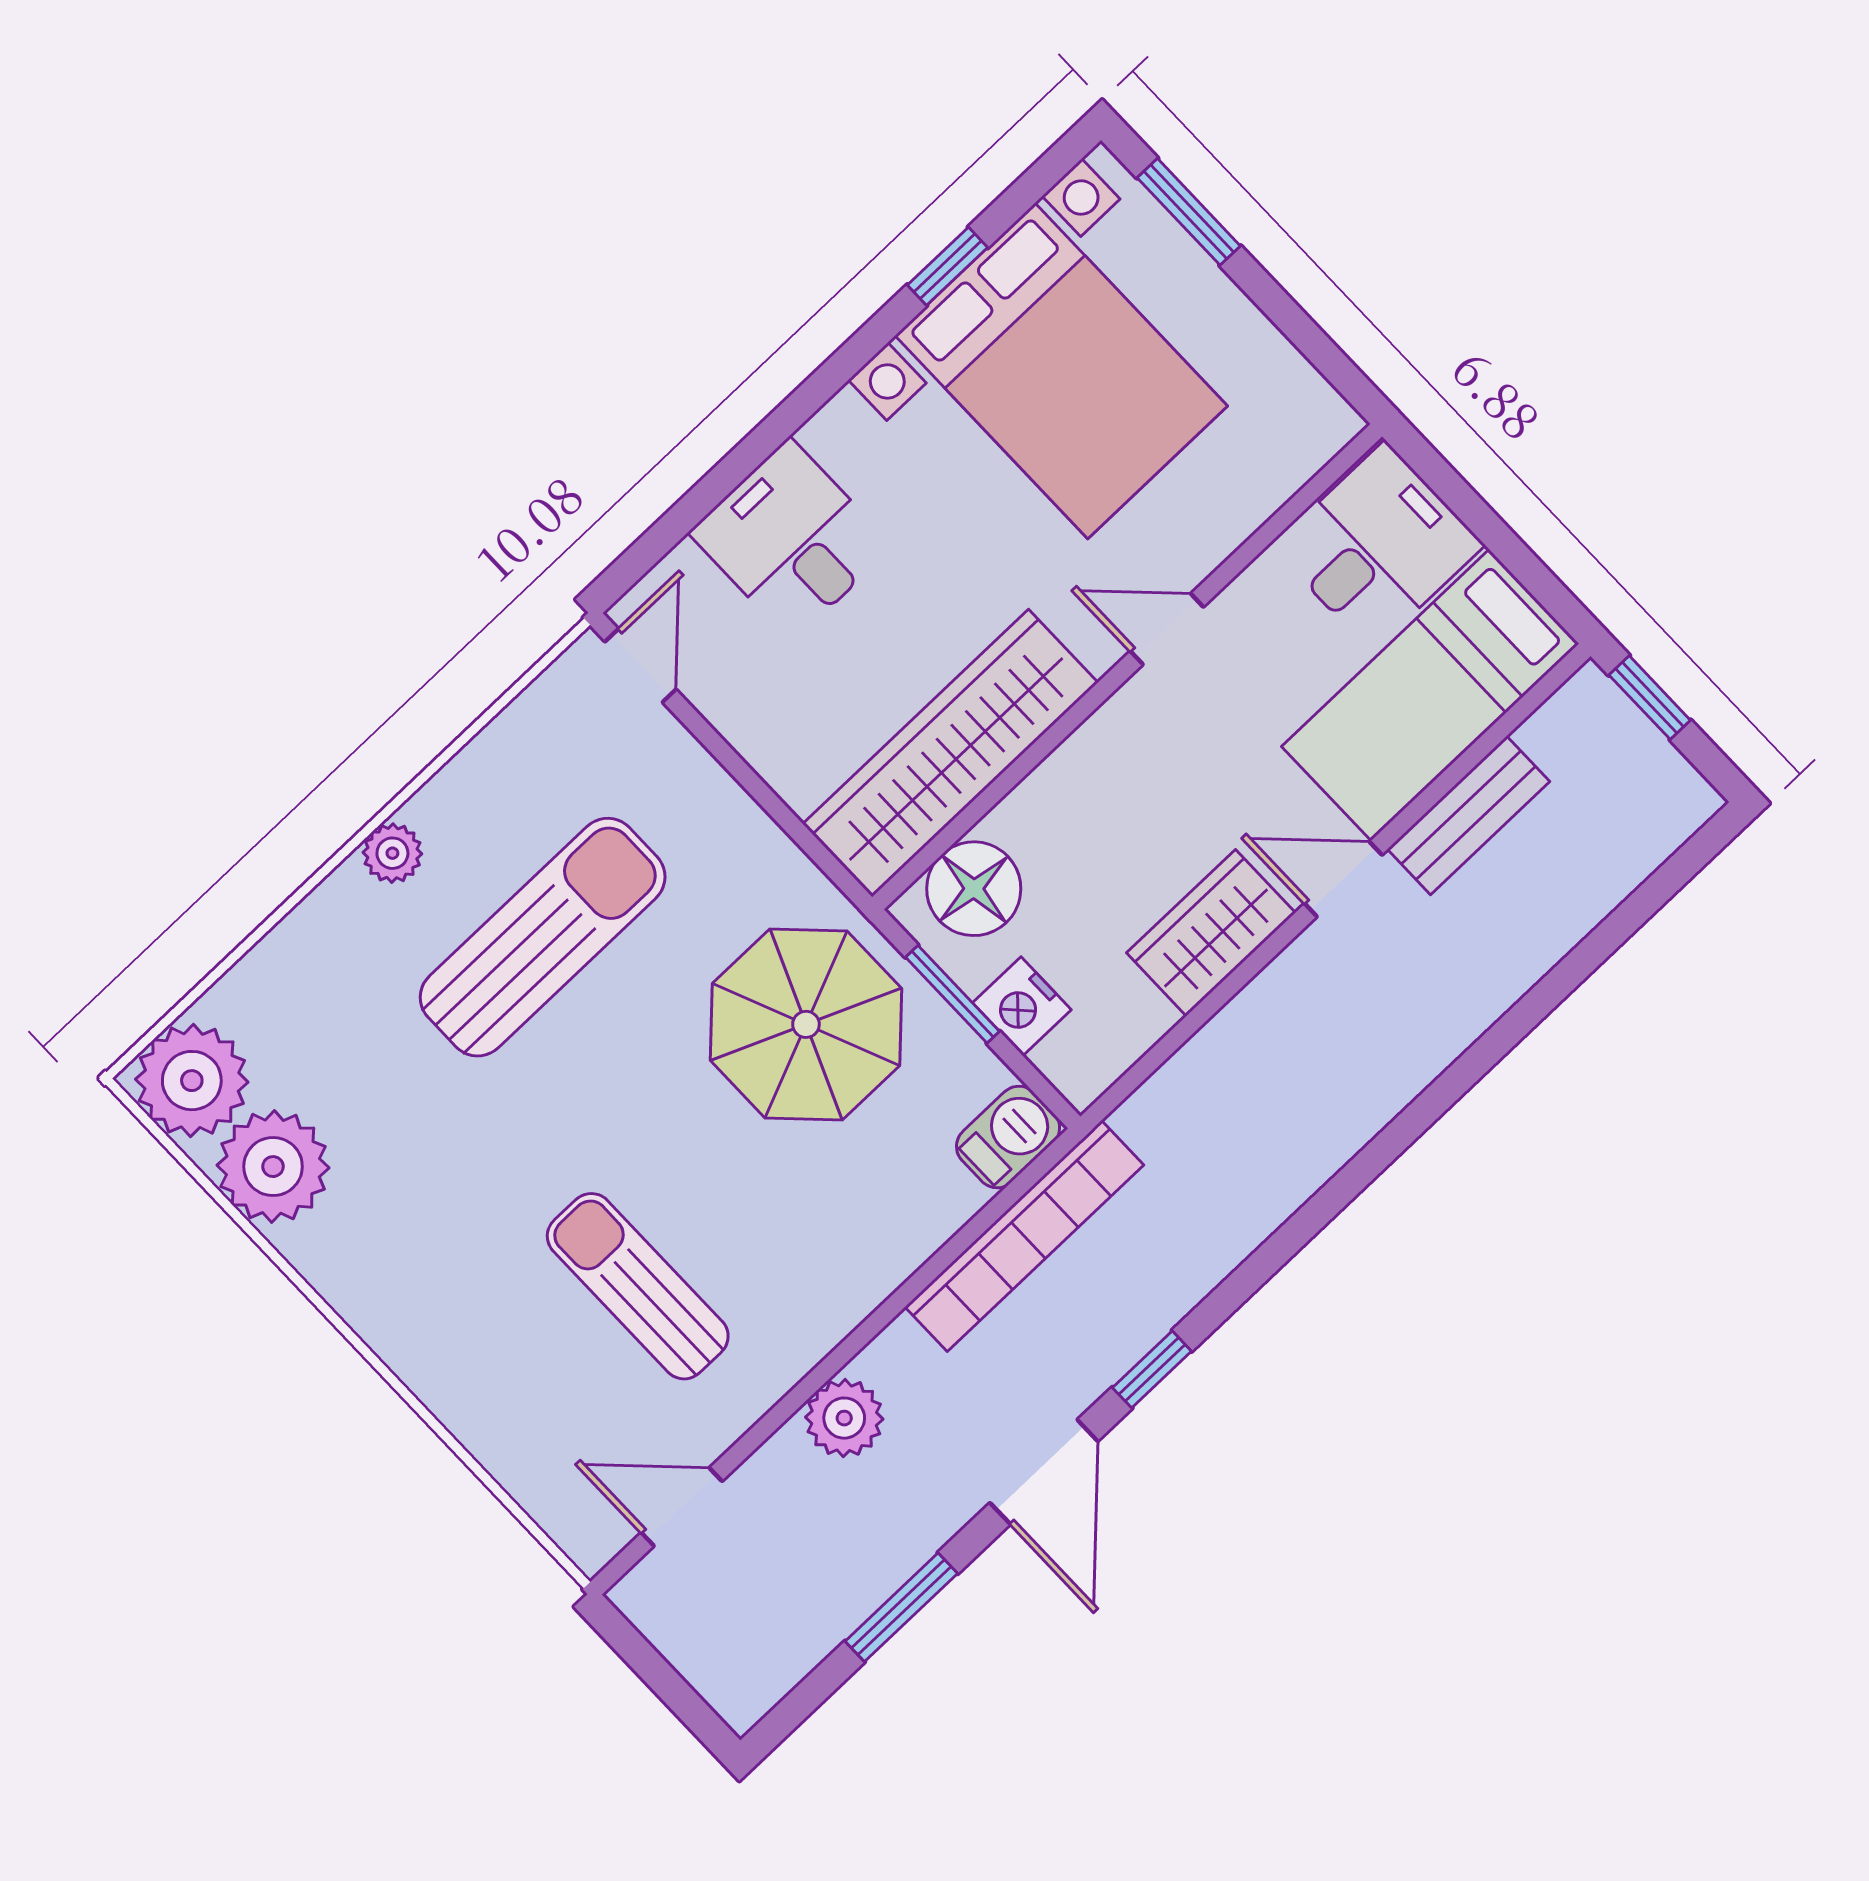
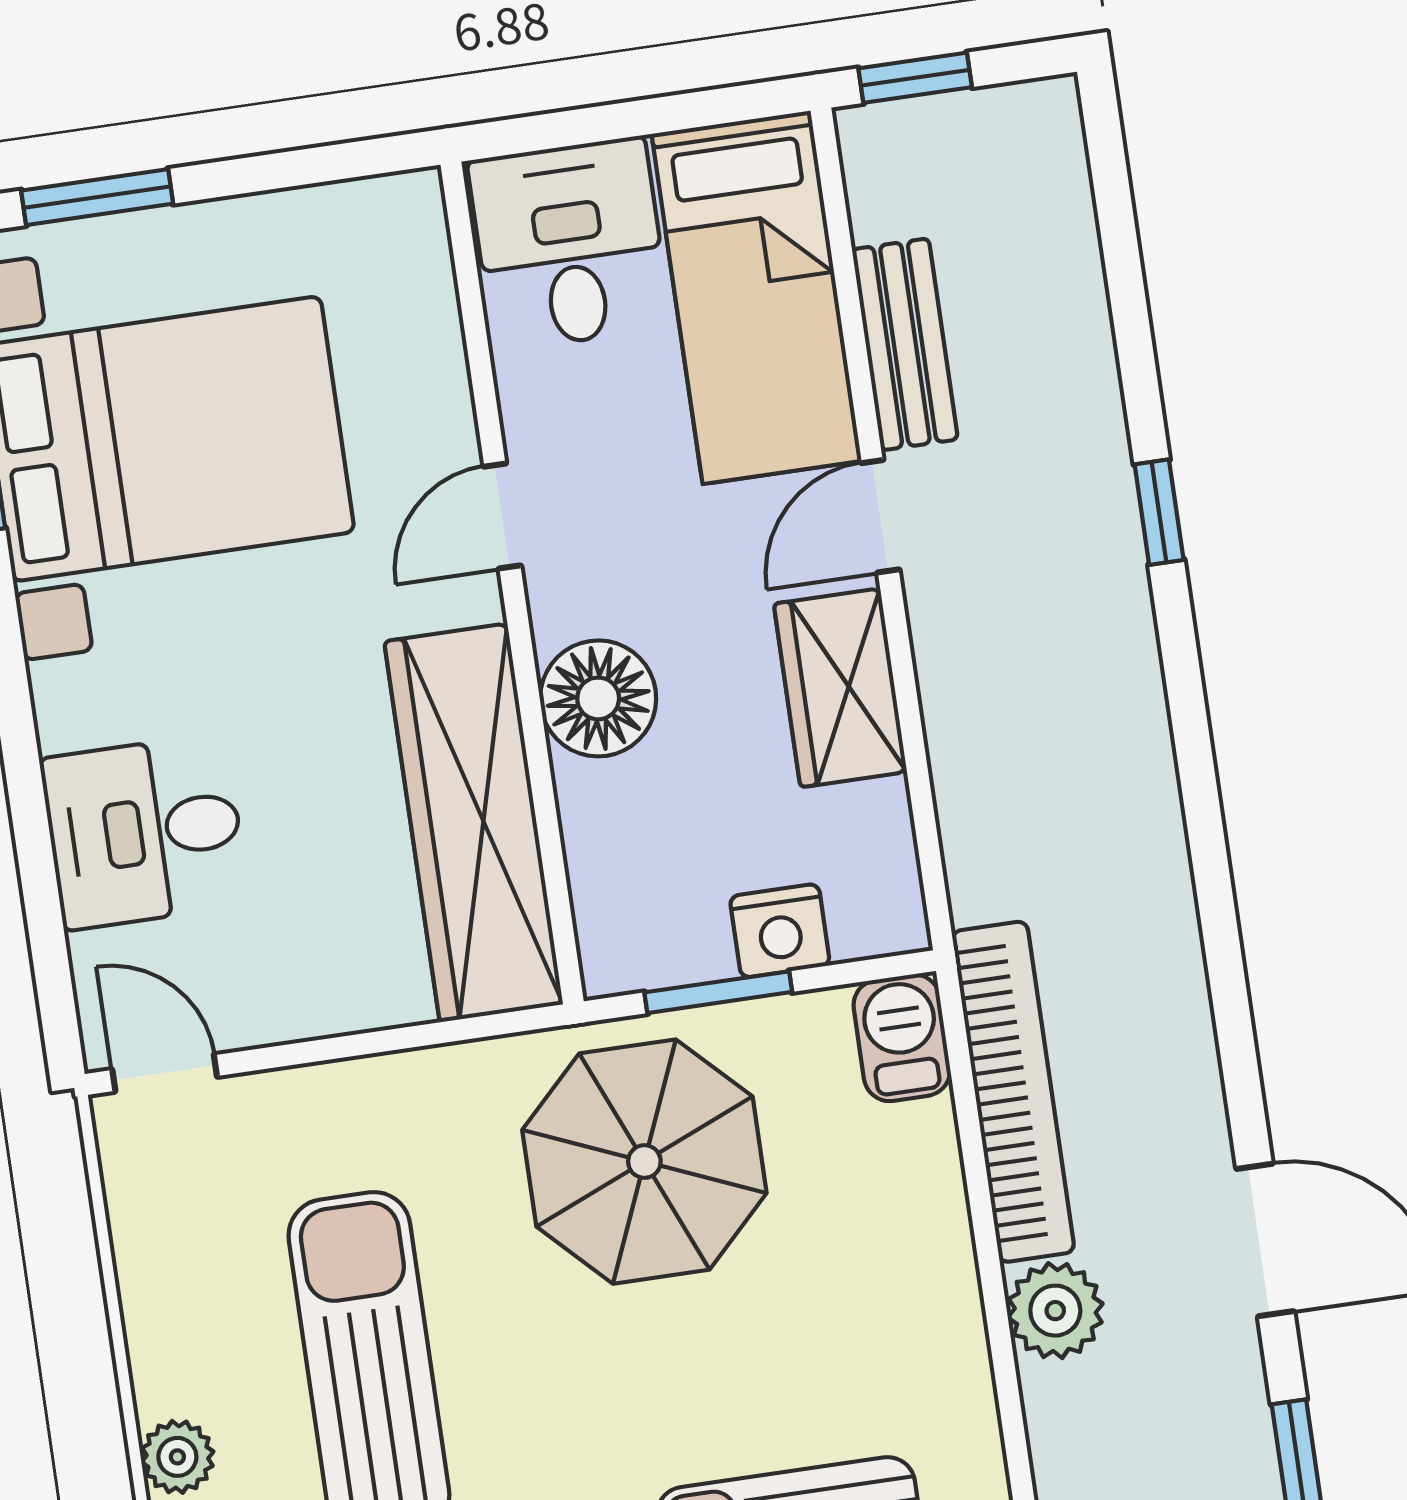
floor lamp: (974, 889) -> (598, 698), moved
window: (1152, 1369) -> (1159, 512), moved
plant: (844, 1418) -> (1055, 1311), moved

